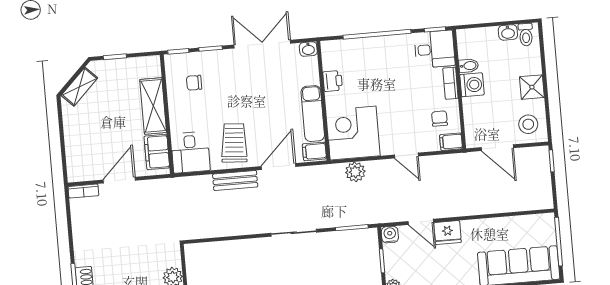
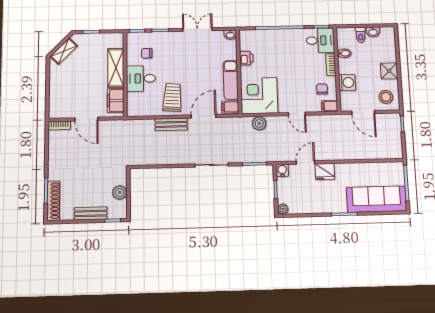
toilet: (526, 35) -> (361, 35), moved
double door: (262, 44) -> (197, 29), width x0.73
washing machine: (472, 85) -> (347, 83), moved
desk: (190, 152) -> (141, 78), moved, turned 90
door: (119, 180) -> (86, 119), swing flipped
door: (421, 222) -> (305, 162), swing flipped

